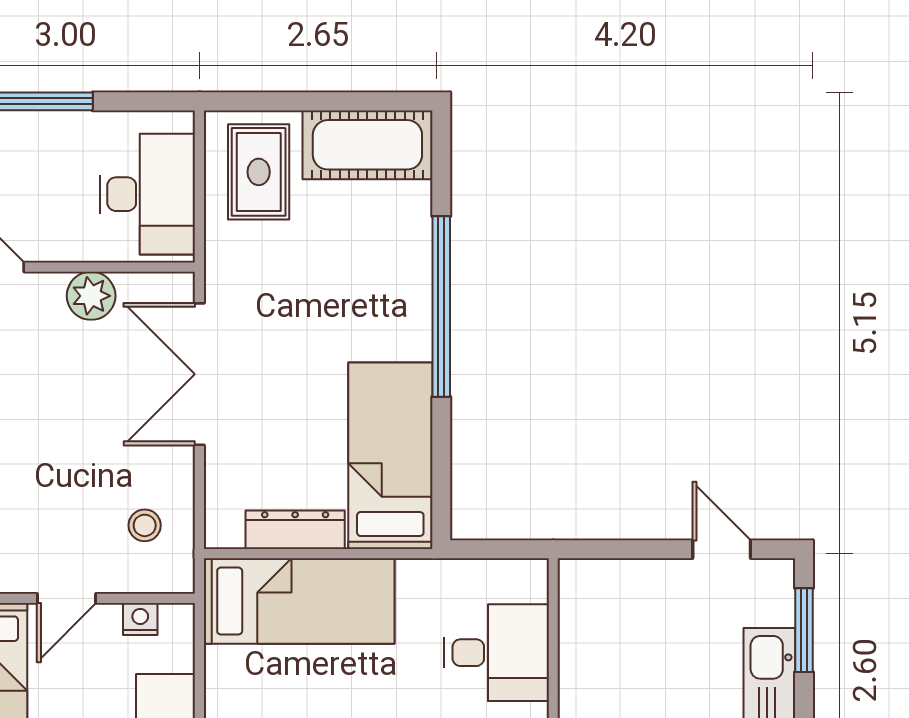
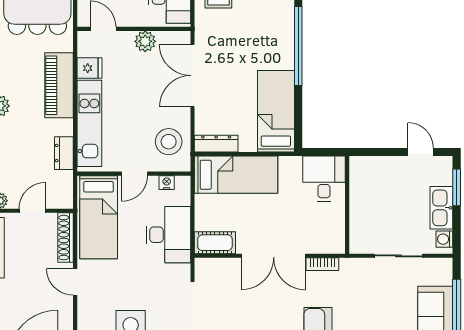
stool: (145, 525) -> (169, 142), width x1.89, depth x1.89
dresser: (295, 530) -> (216, 144), moved
desk: (497, 653) -> (324, 179), moved, turned -90

